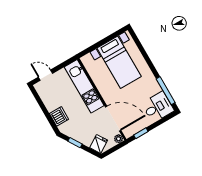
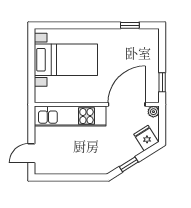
window: (166, 91) -> (130, 25), width x0.46
desk: (158, 107) -> (143, 45), removed
dishwasher: (59, 116) -> (88, 165), removed

